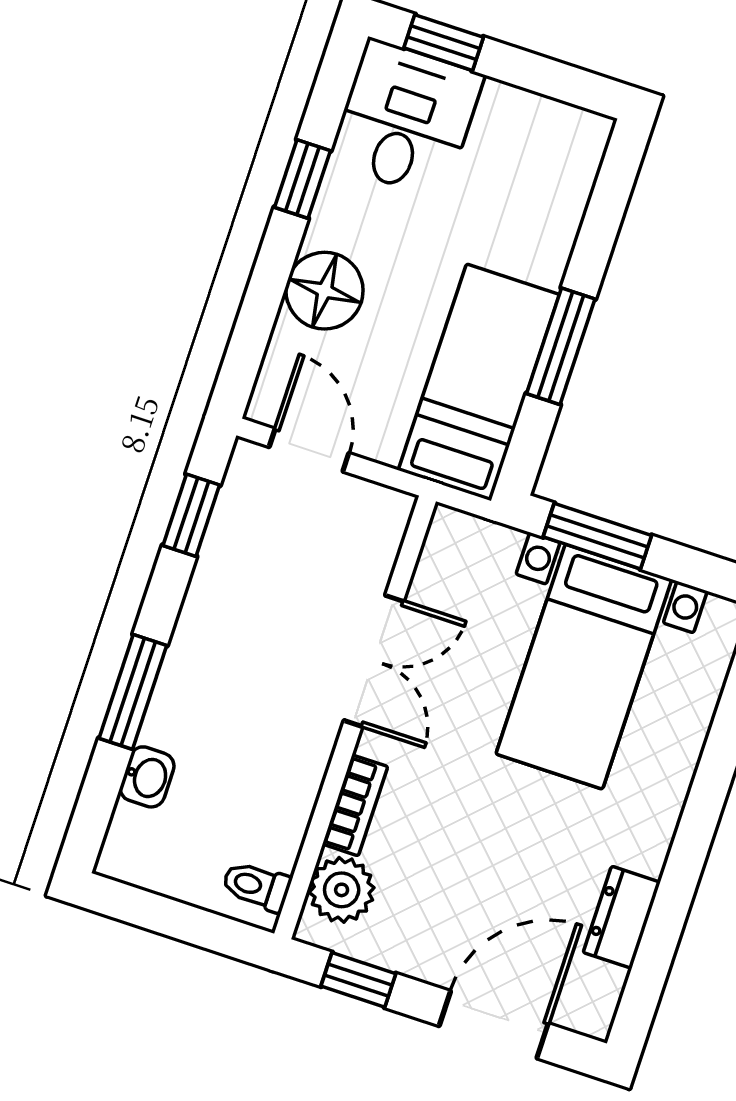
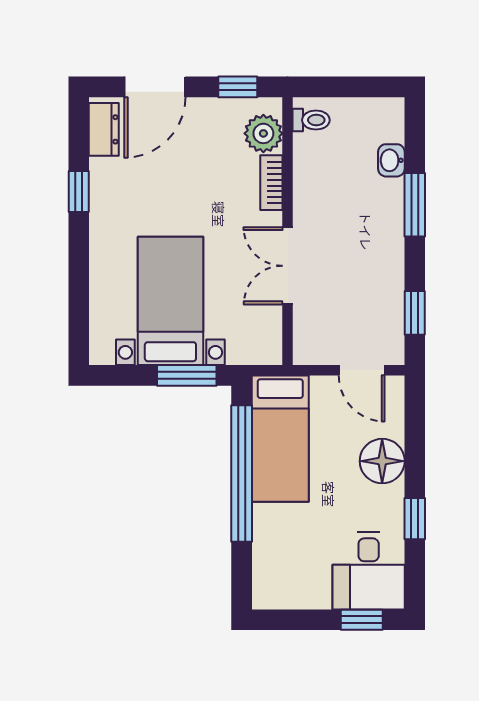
window: (561, 346) -> (242, 474), width x2.11
window: (675, 895) -> (79, 192), added
dresser: (622, 917) -> (104, 129), moved

